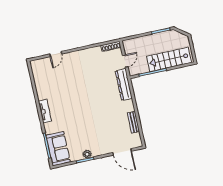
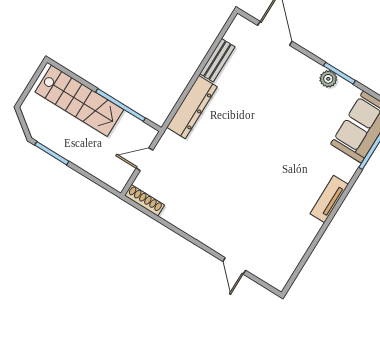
door: (56, 54) -> (234, 266), swing flipped
dresser: (124, 85) -> (192, 107), moved

